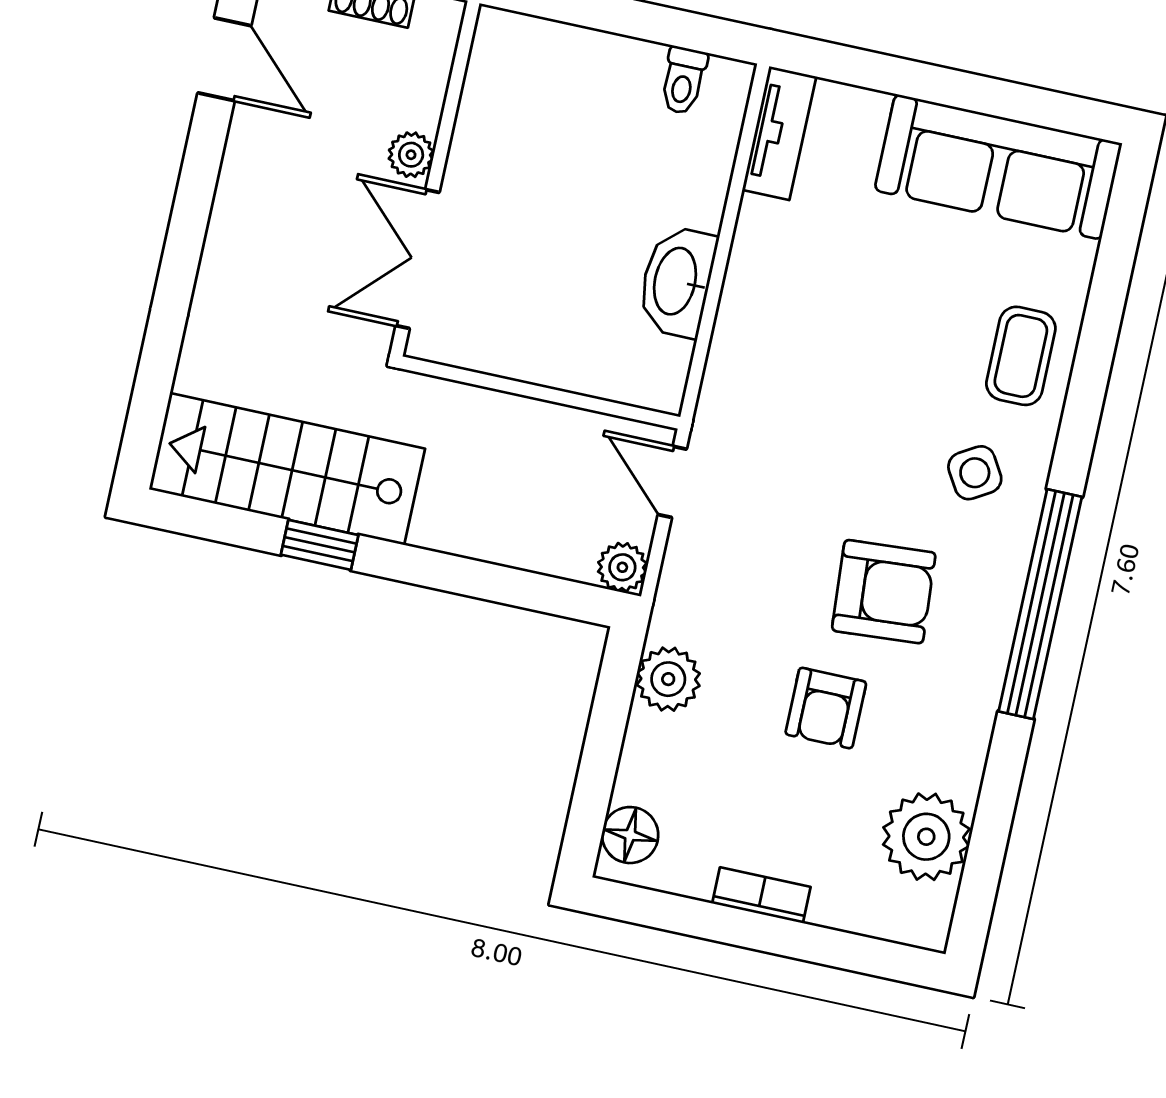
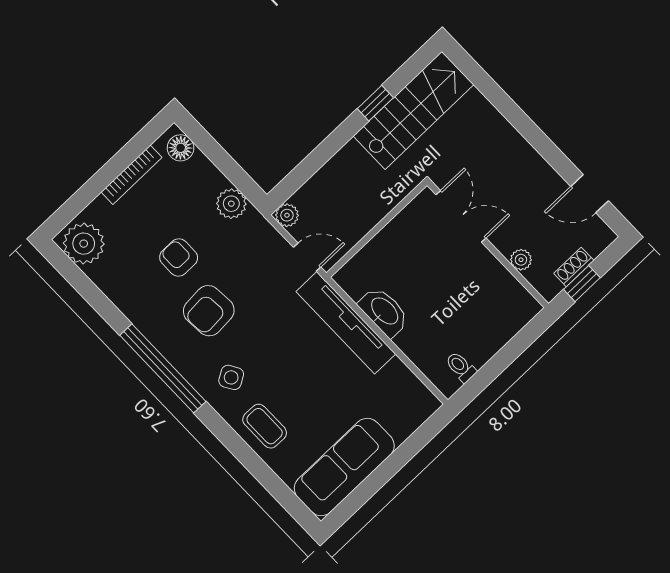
tv unit: (779, 133) -> (346, 323), moved, width x1.92, depth x1.29
plant: (411, 155) -> (521, 260), moved
plant: (926, 837) -> (84, 244), moved
bookcase: (761, 895) -> (131, 175), width x1.56

